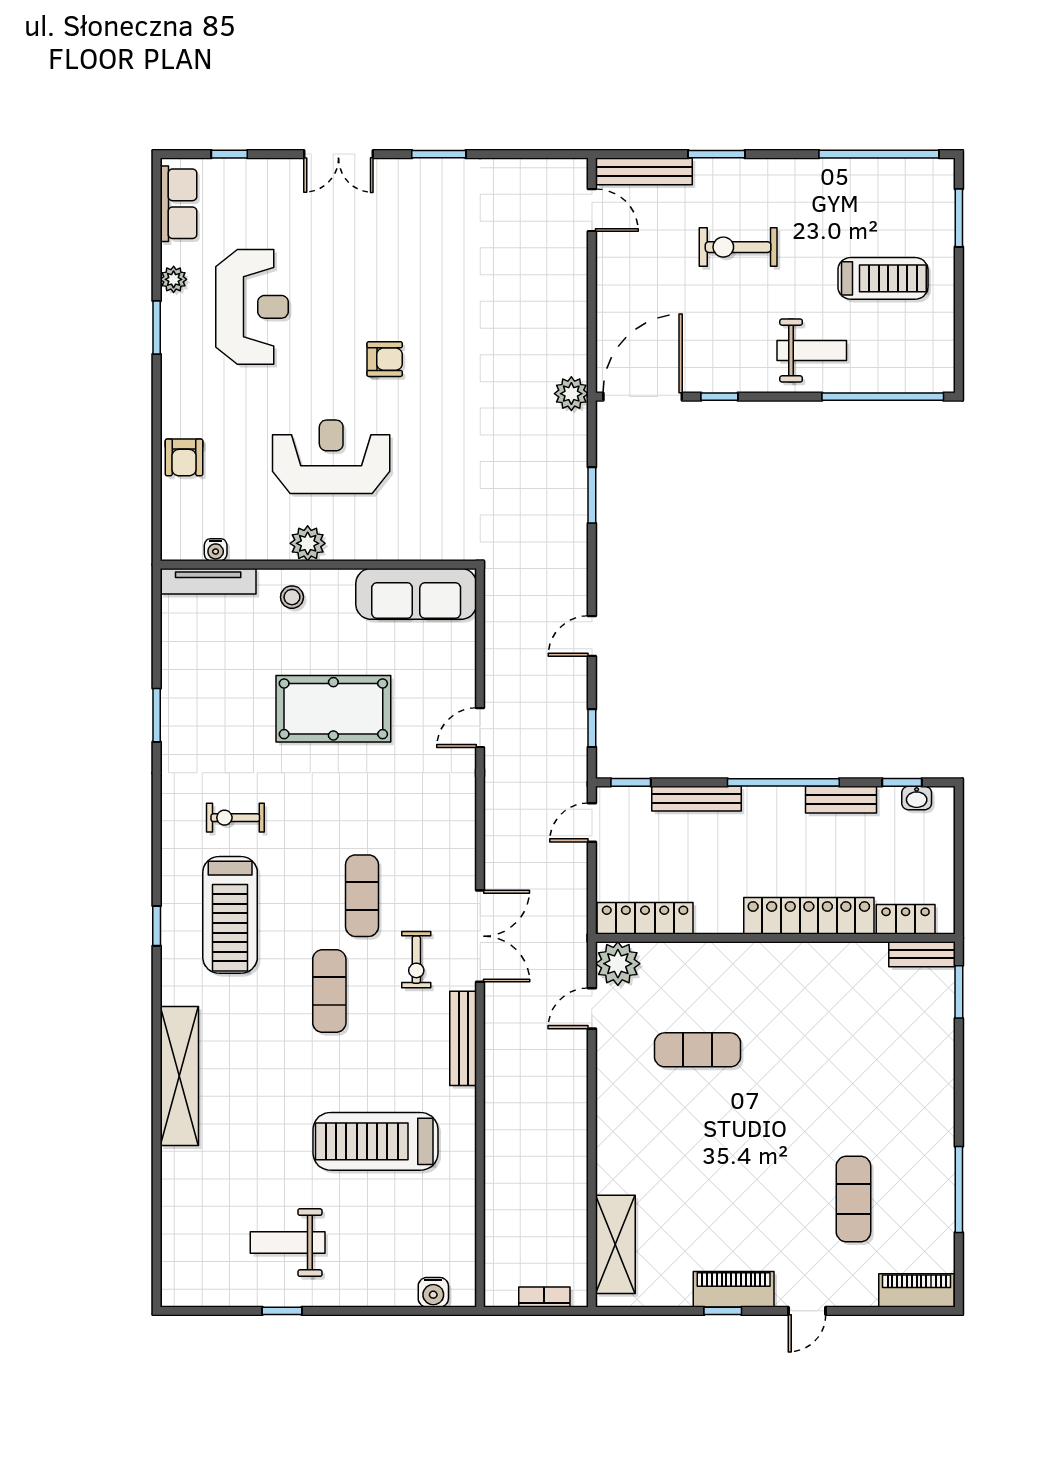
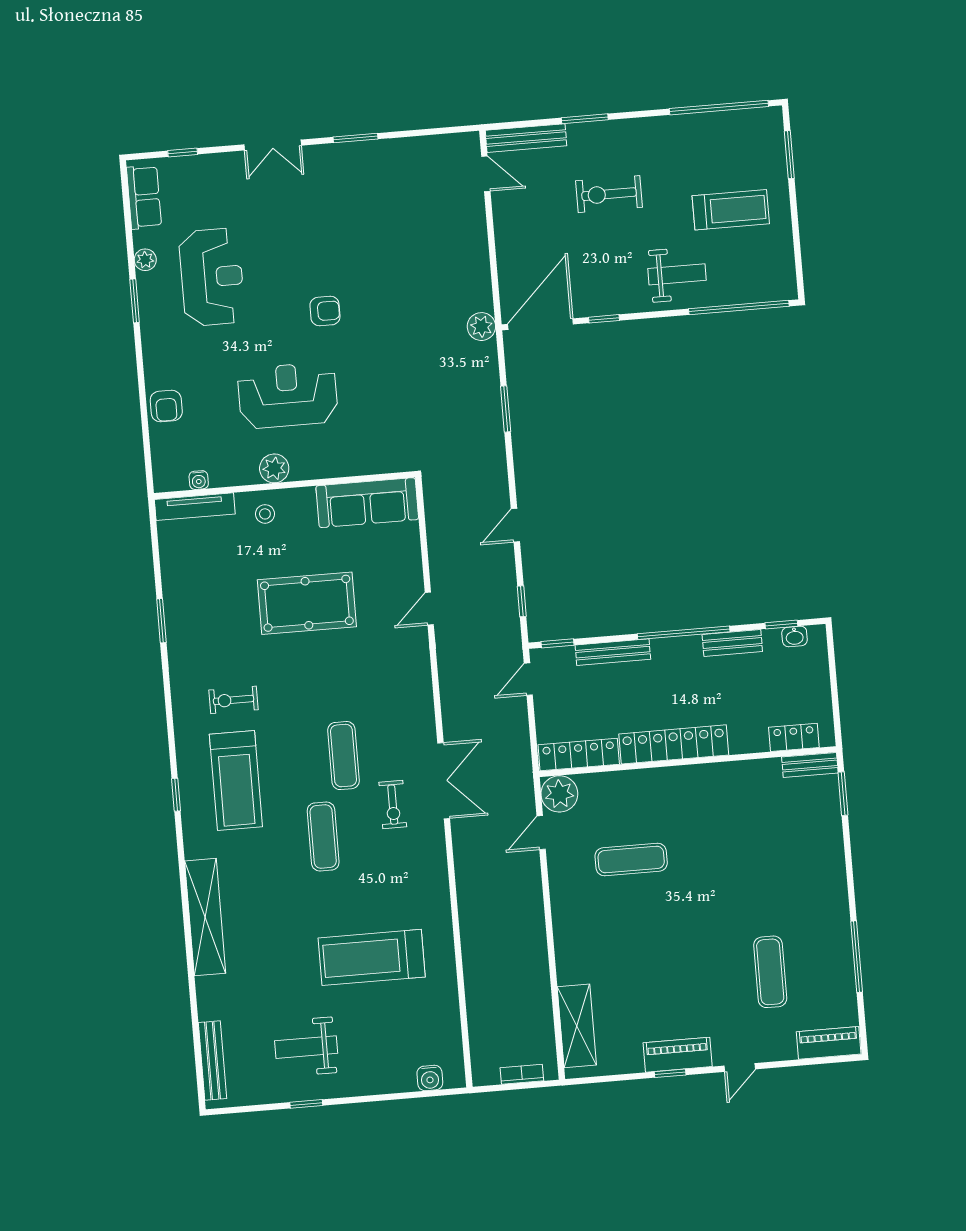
locker: (809, 916) -> (674, 744), moved
bench: (463, 1038) -> (212, 1061), moved

